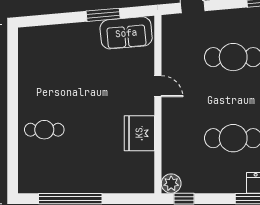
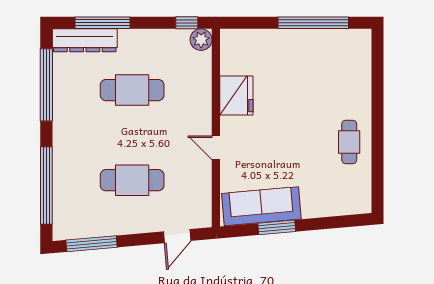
sofa: (126, 33) -> (261, 206), width x1.36
cafe table: (44, 130) -> (349, 142), moved, turned 90

